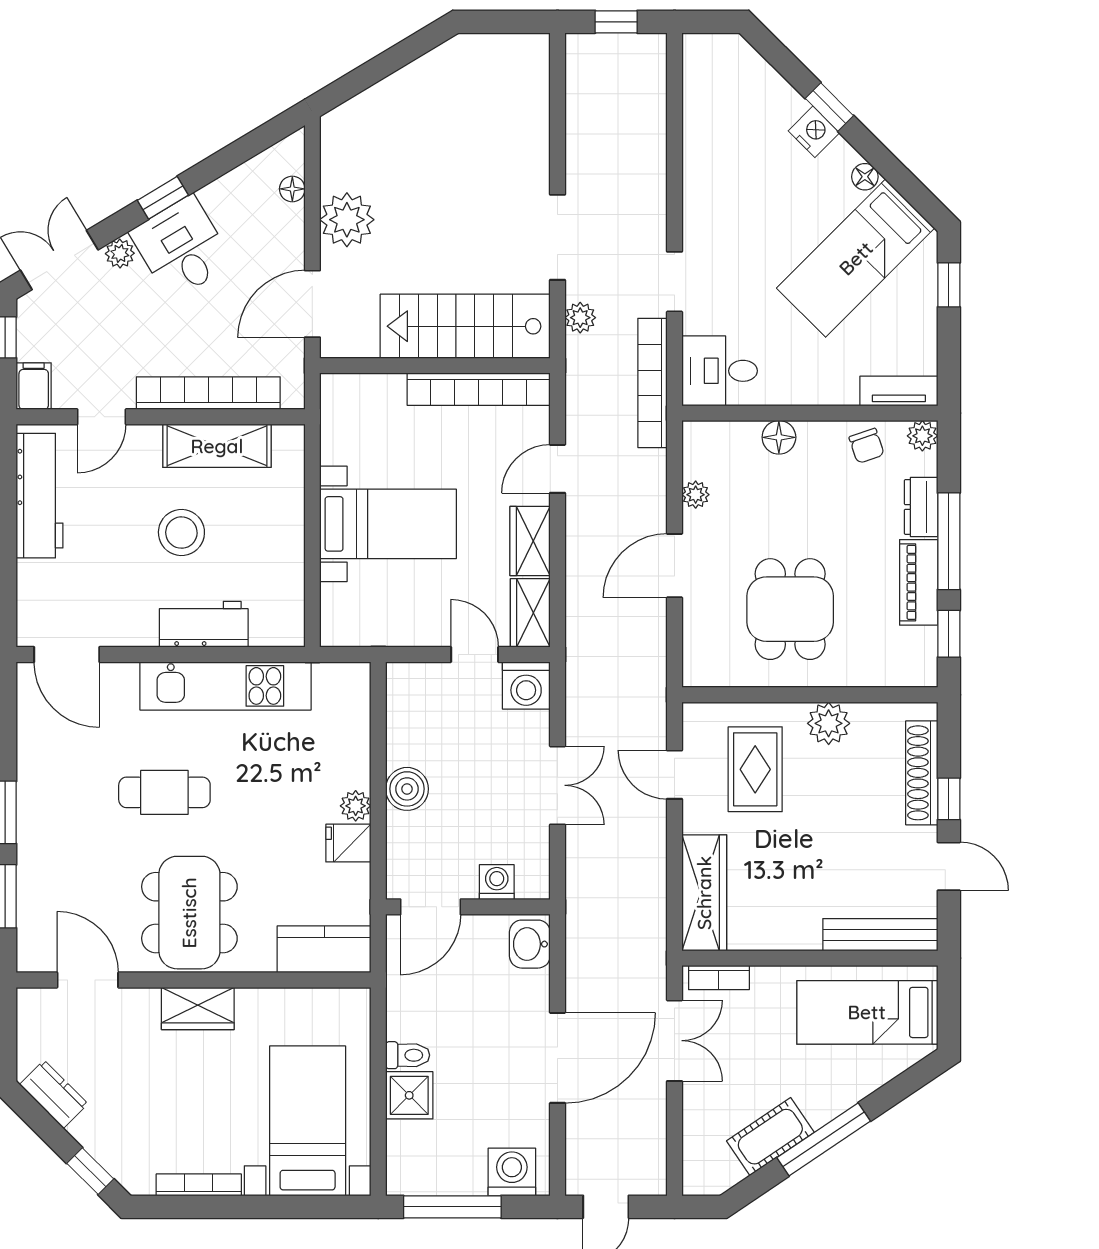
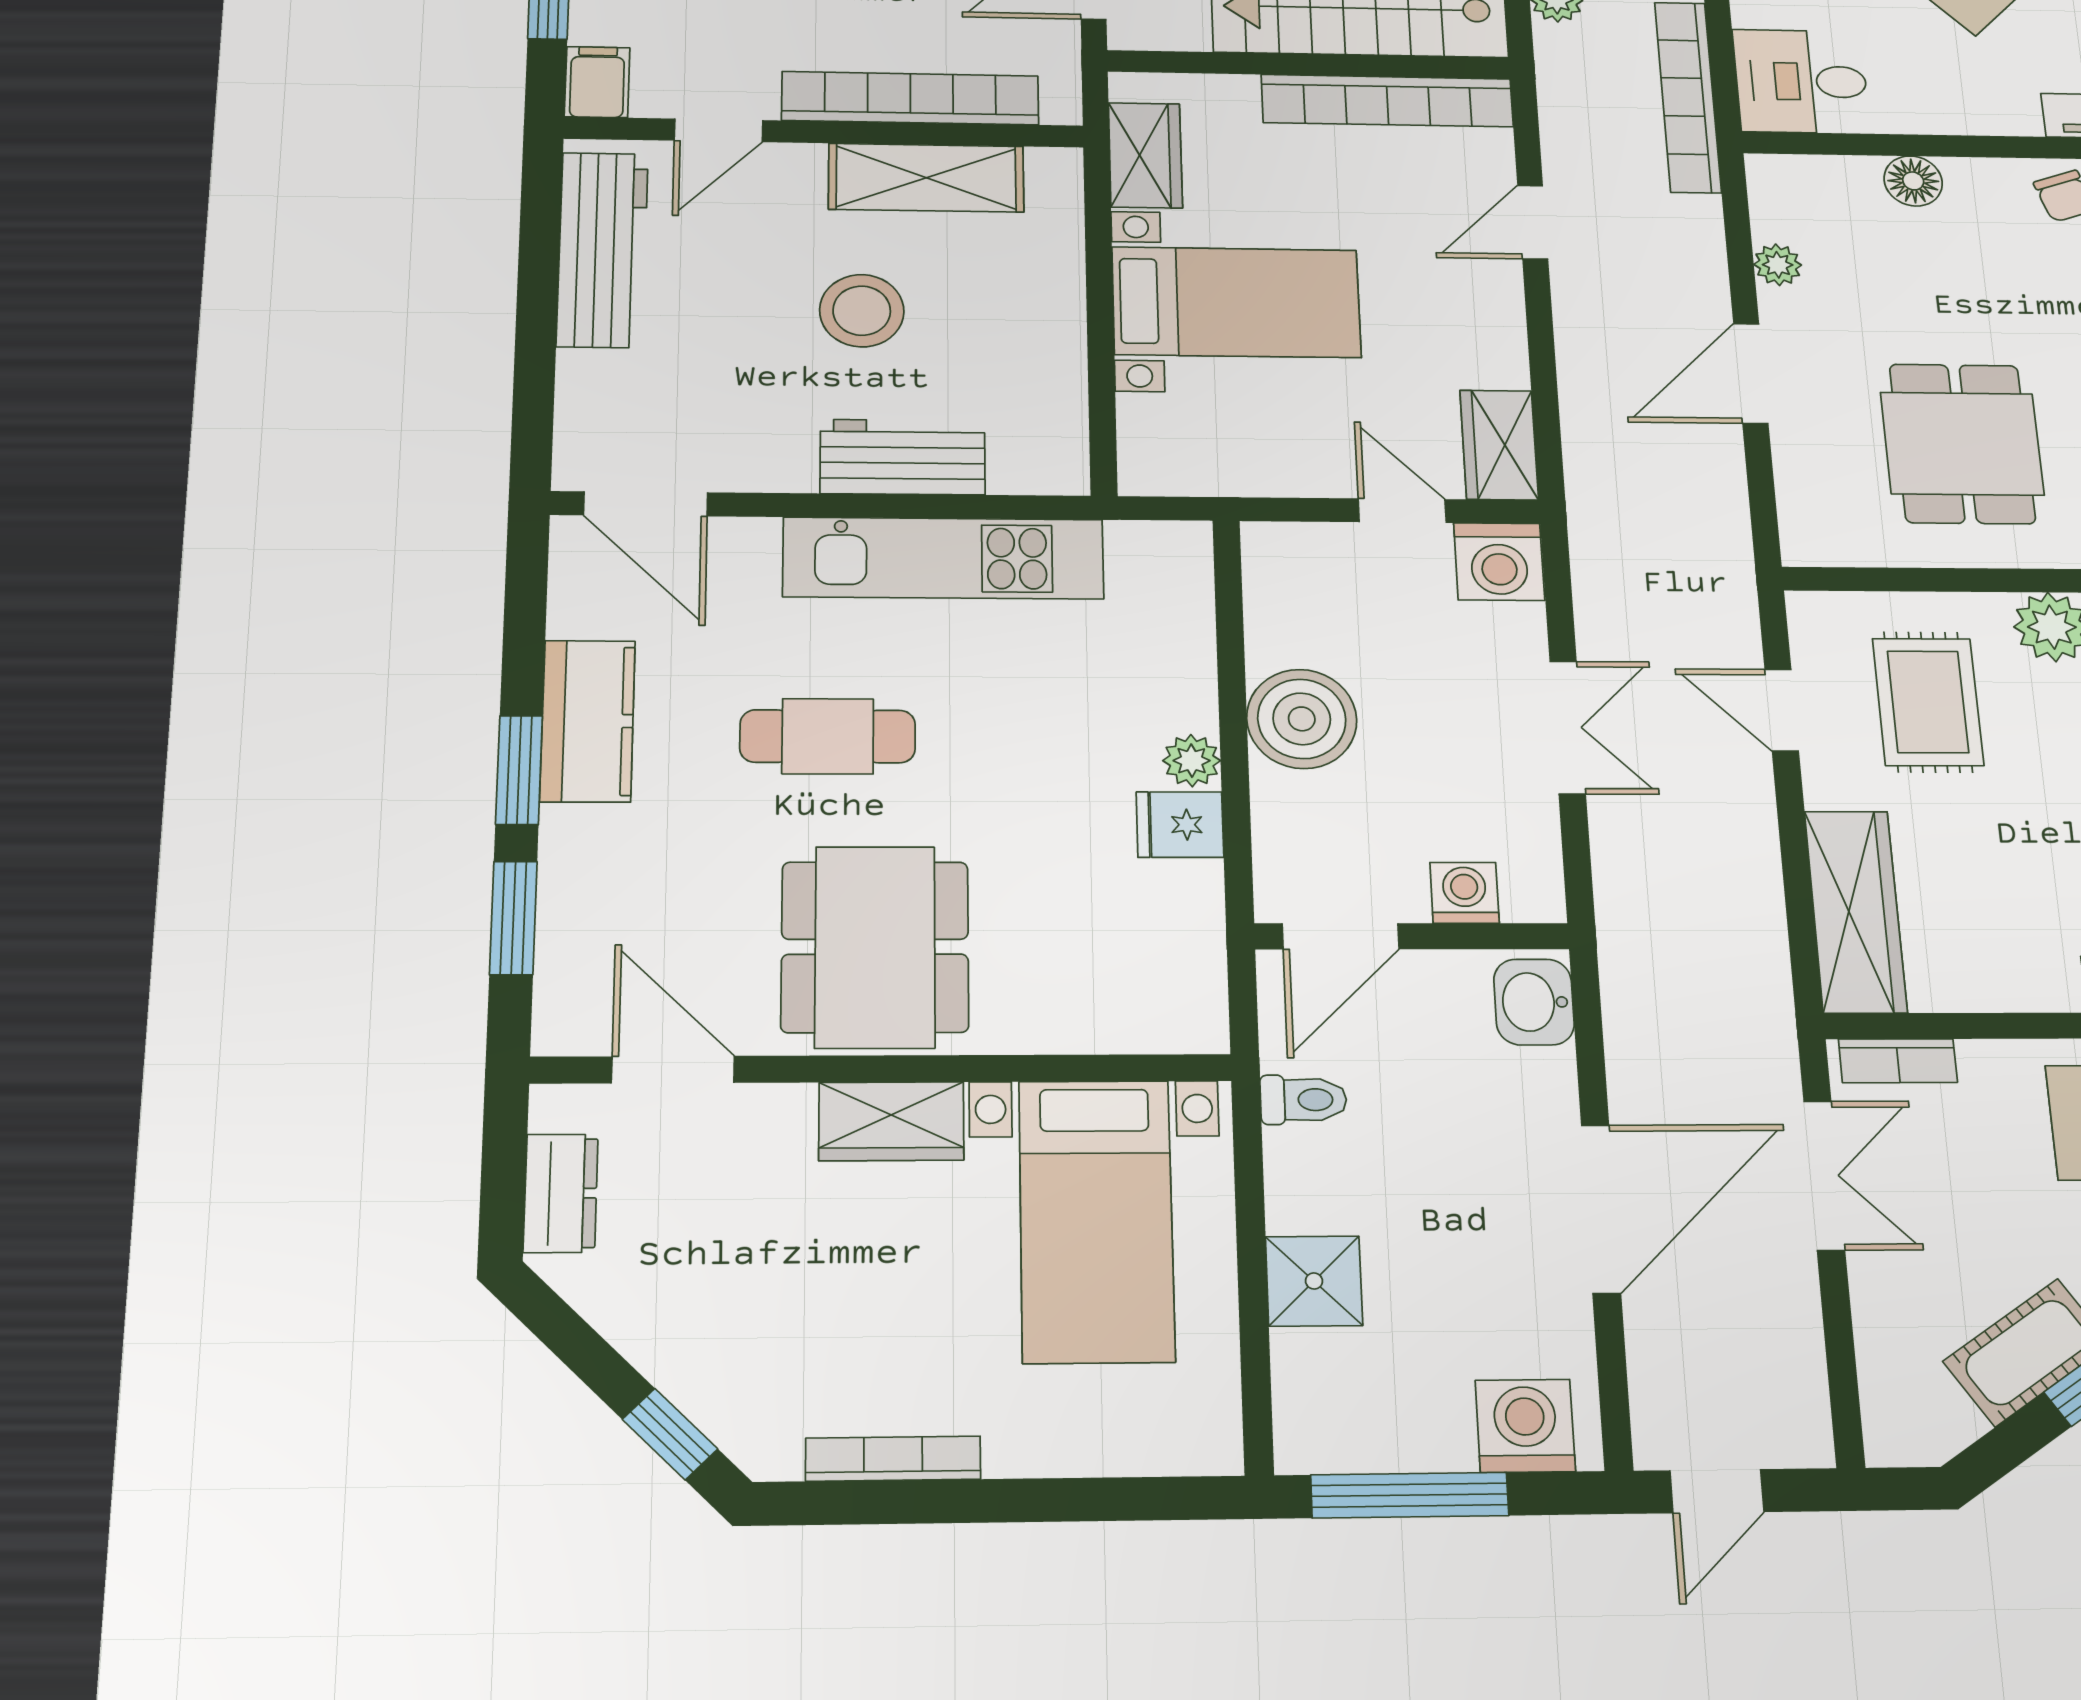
wardrobe: (530, 541) -> (1145, 155), moved, turned 180
boiler: (407, 789) -> (1302, 719), width x1.37, depth x1.37
kitchen counter: (324, 949) -> (588, 721), moved, turned 90
toilet: (408, 1055) -> (1303, 1100), moved
dresser: (54, 1094) -> (561, 1193), moved, turned 45
bed with nightstands: (308, 1121) -> (1096, 1220), moved, turned 180

